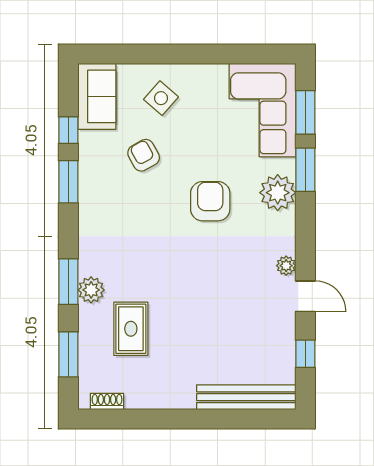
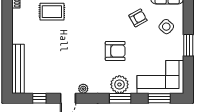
window: (199, 54) -> (188, 45), added
window: (305, 170) -> (120, 98), moved

